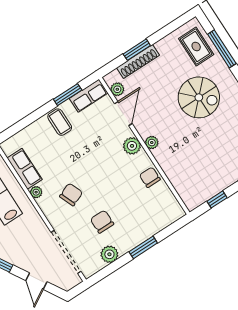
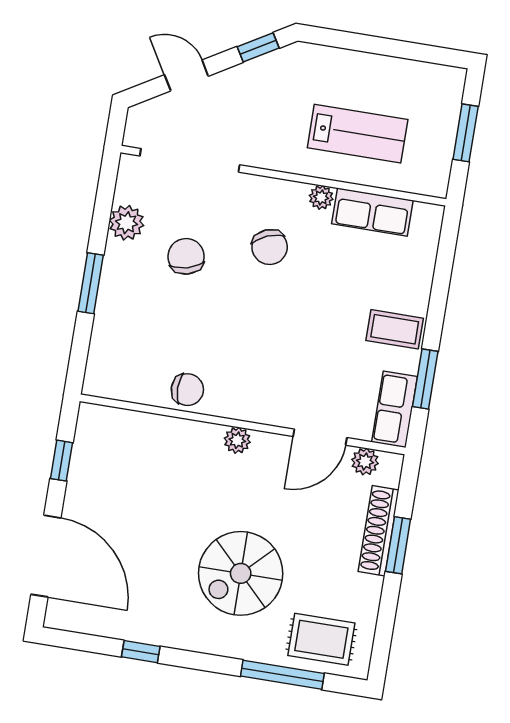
door: (123, 114) -> (320, 437), hinge flipped
plant: (132, 146) -> (259, 406), removed
chair: (102, 222) -> (186, 256), turned -105

